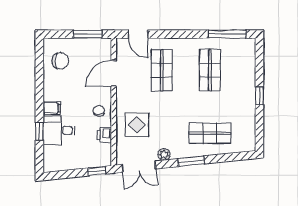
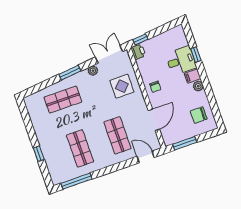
plant: (49, 94) -> (198, 86), added
window: (259, 96) -> (39, 154), moved
printer: (104, 135) -> (138, 52), moved

